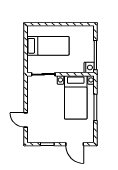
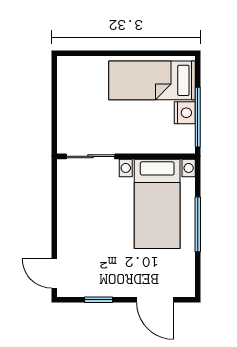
bed: (48, 46) -> (152, 80), moved, turned 180
nightstand: (89, 68) -> (185, 113), moved
door: (26, 120) -> (54, 274), moved

